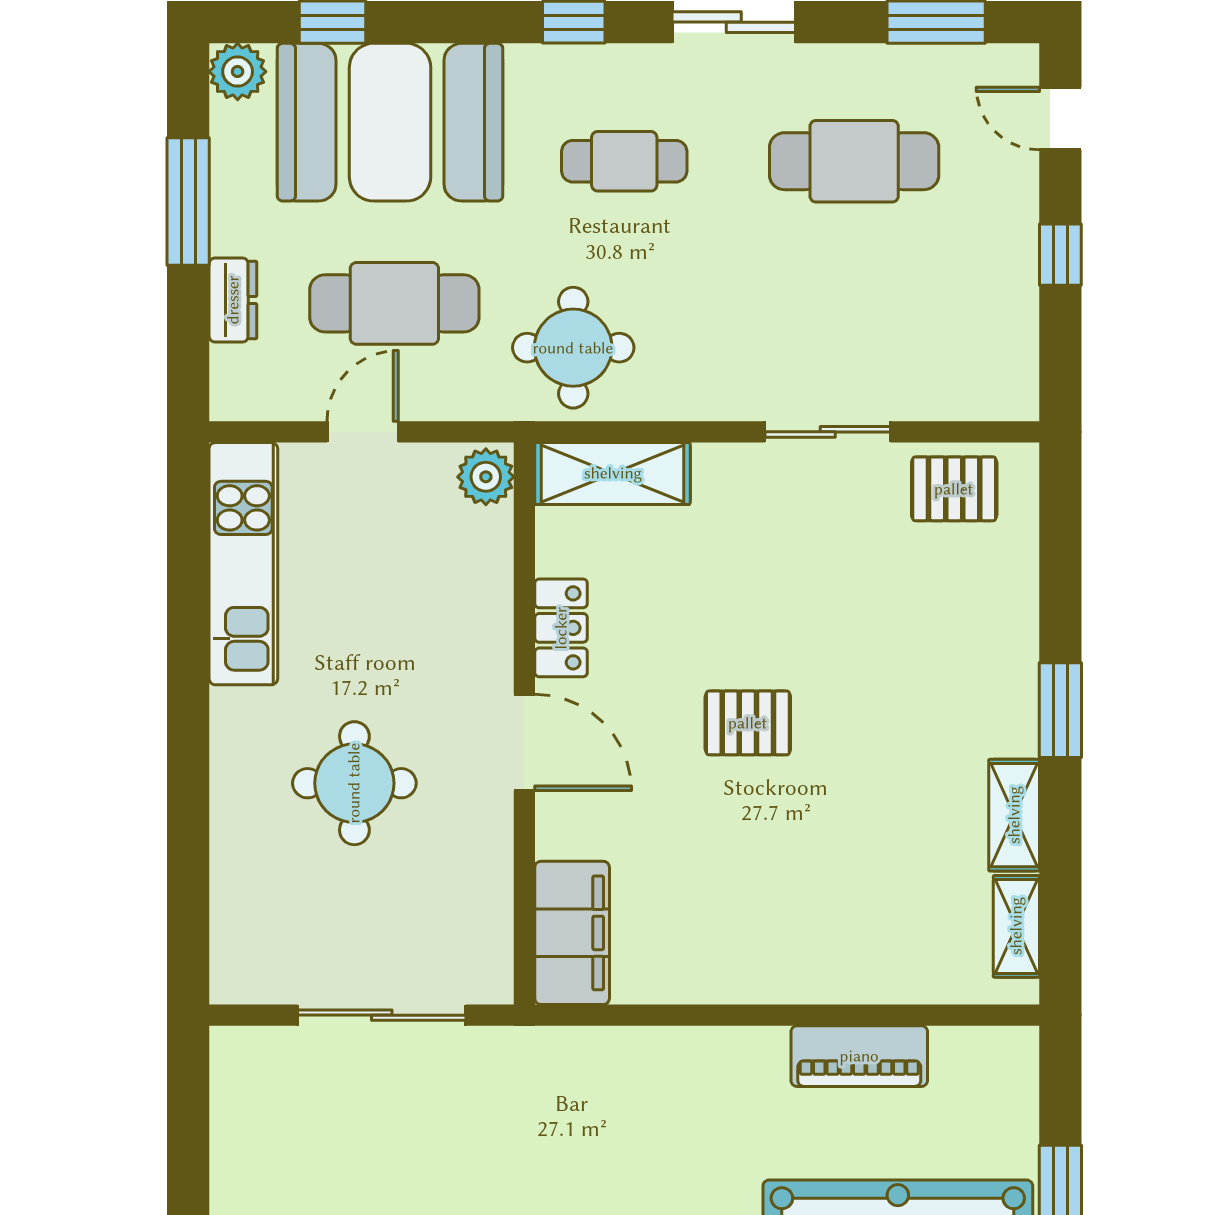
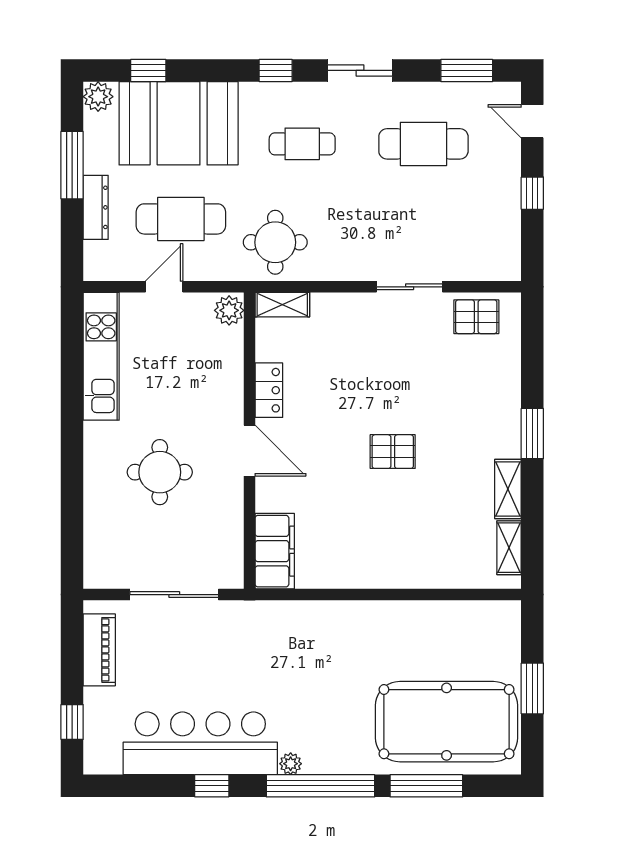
dresser: (233, 300) -> (96, 207), width x1.44
shelving: (613, 473) -> (282, 305), width x0.67, depth x0.75
pallet: (748, 723) -> (393, 452), moved
piano: (859, 1056) -> (99, 650), moved, turned -90

